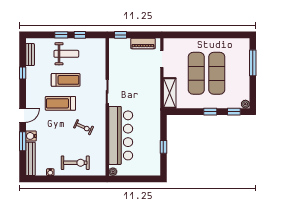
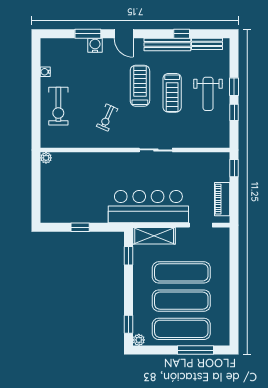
exercise mat: (237, 73) -> (181, 329), added
window: (210, 112) -> (129, 256), moved
bar counter: (121, 135) -> (148, 207), moved, turned 180
bench: (30, 159) -> (167, 45), moved

